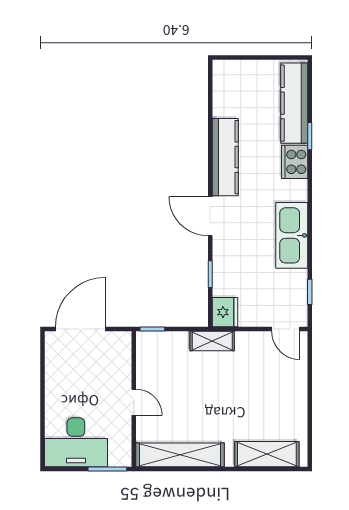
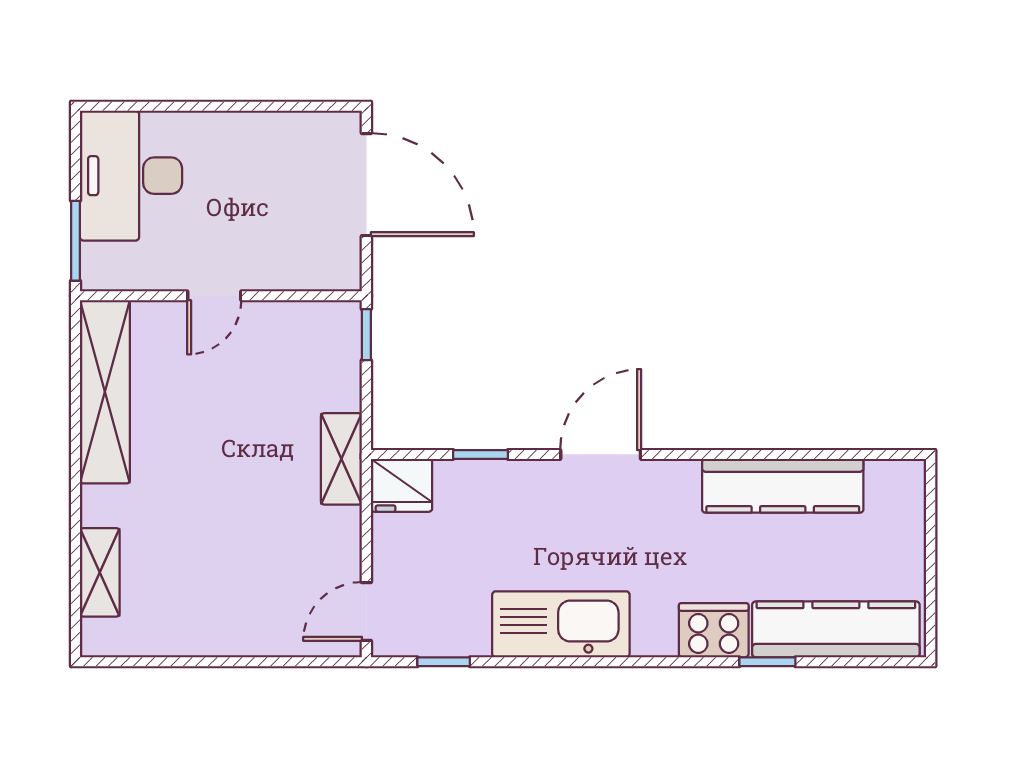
kitchen counter: (225, 157) -> (783, 486), moved
shelving: (267, 454) -> (100, 572), width x0.67, depth x0.75

